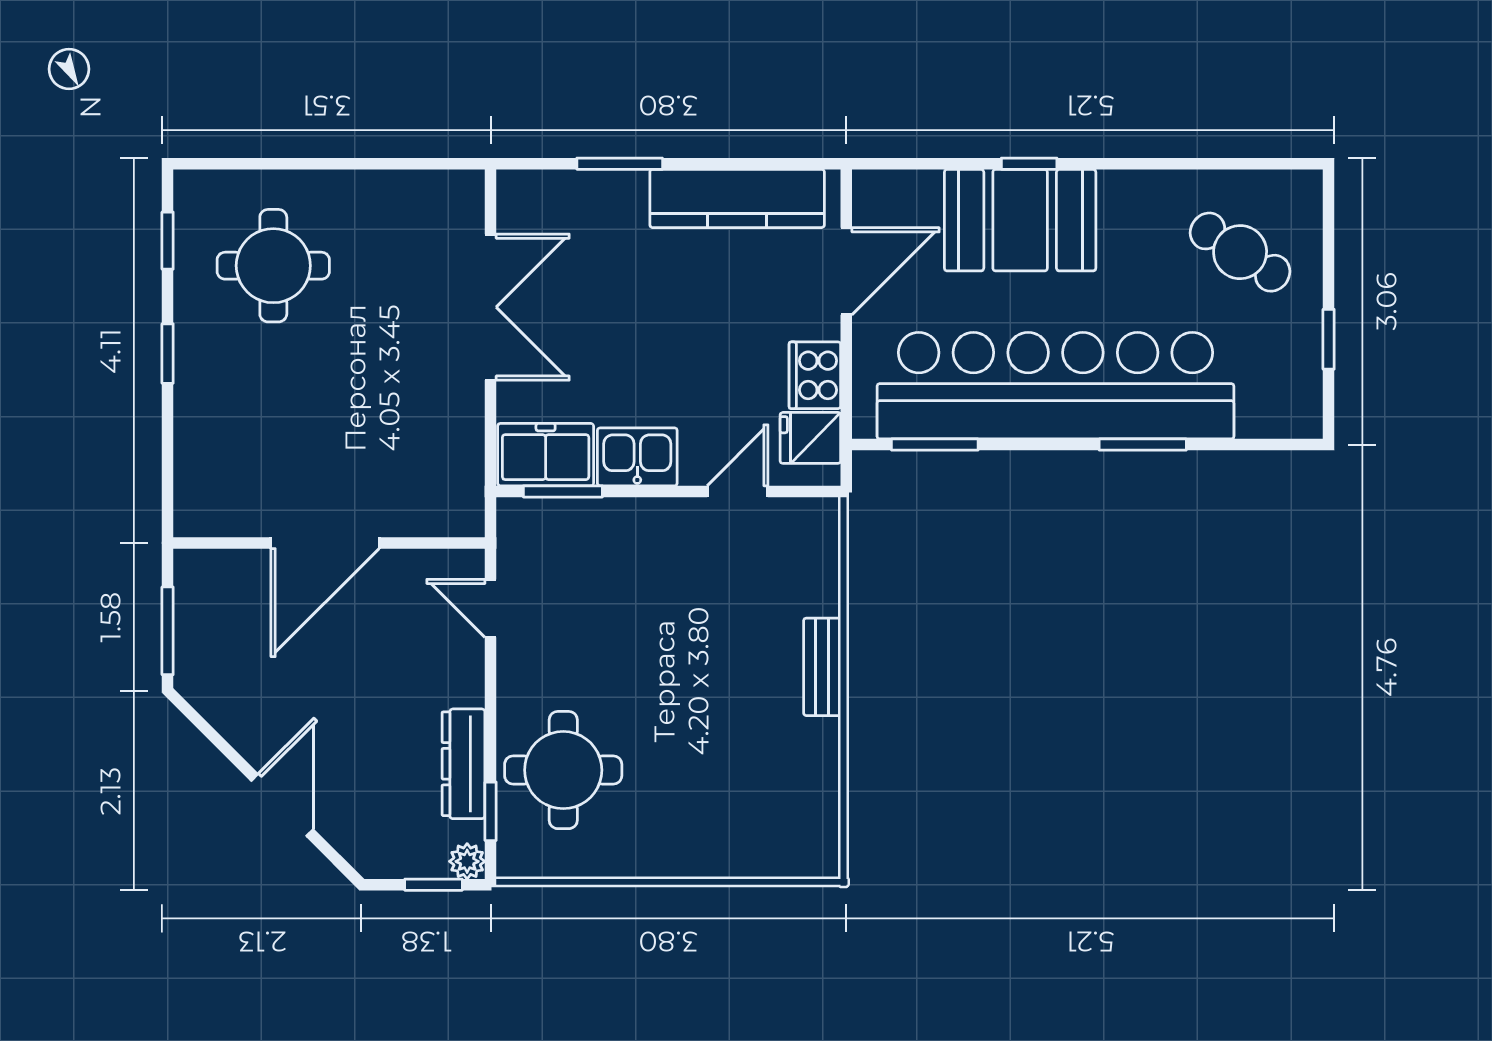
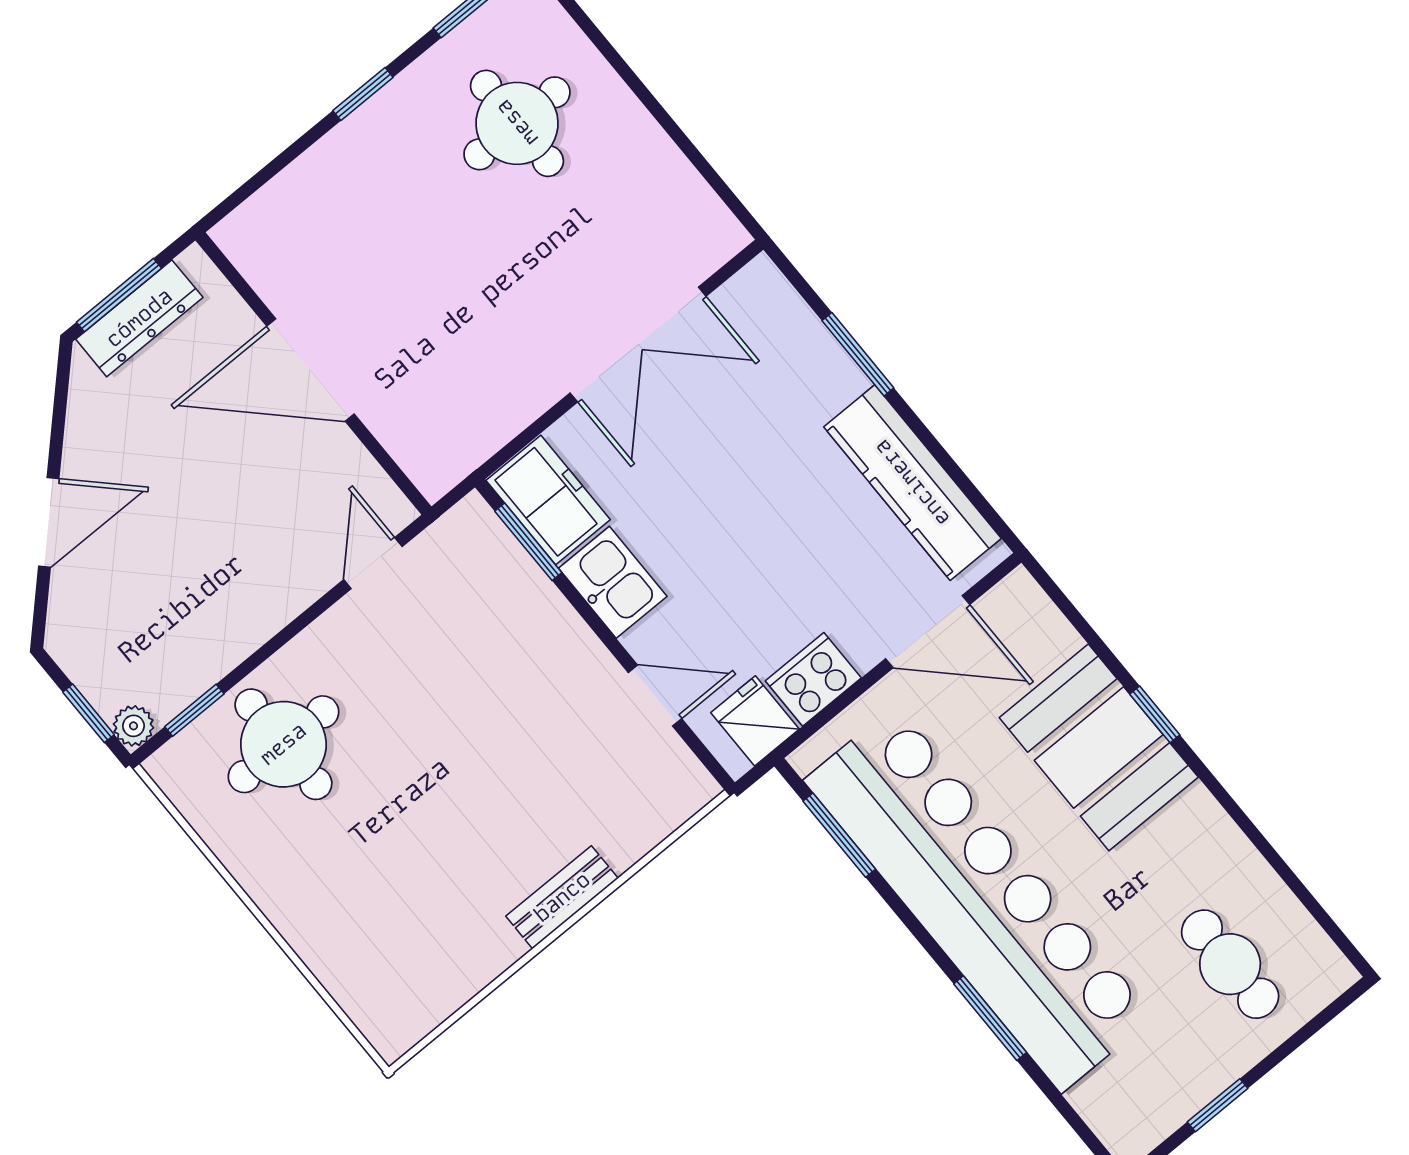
cafe table: (1240, 252) -> (1230, 964), turned -33
dresser: (463, 764) -> (139, 318), moved, turned 180

